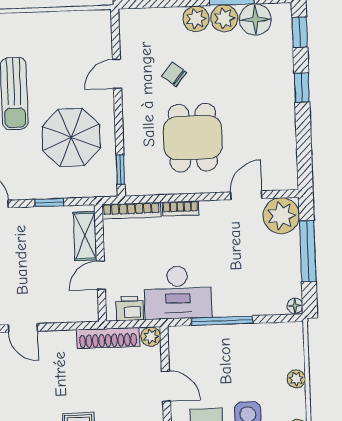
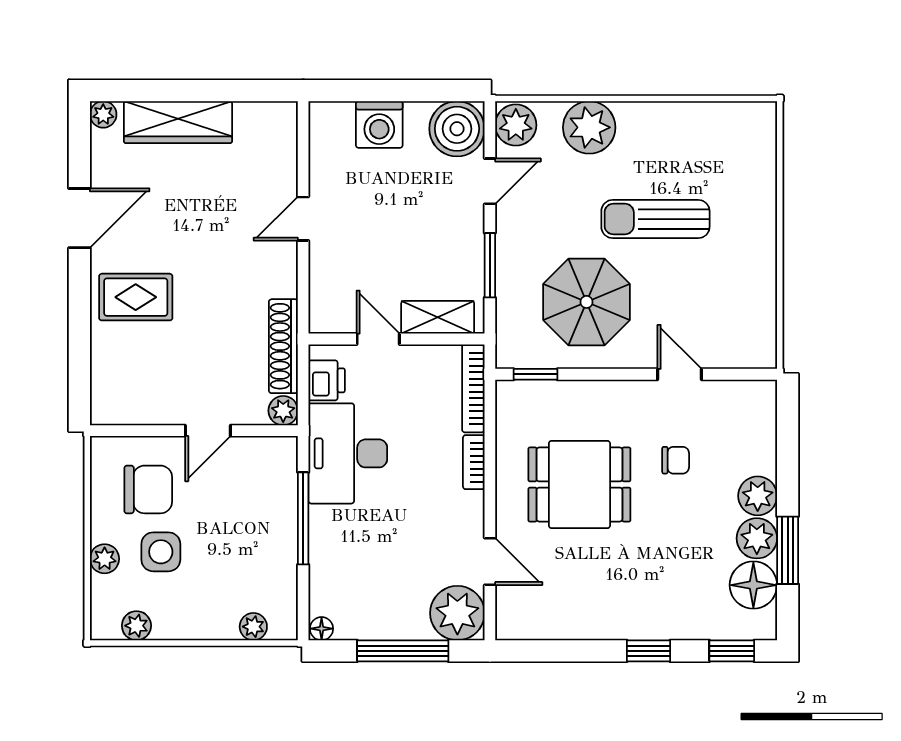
chair: (174, 74) -> (676, 460), turned 51
window: (49, 203) -> (490, 265), width x1.50
plant: (296, 379) -> (253, 627), moved

